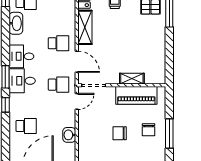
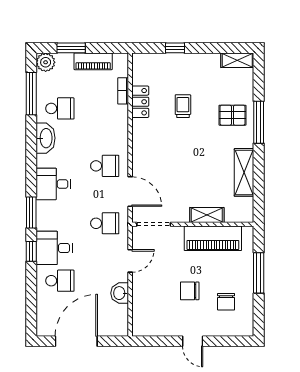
shelving: (85, 27) -> (244, 172), moved
desk: (22, 81) -> (54, 248), moved
door: (77, 101) -> (130, 261), moved
chair: (148, 130) -> (226, 302), moved
window: (169, 133) -> (259, 273), moved

